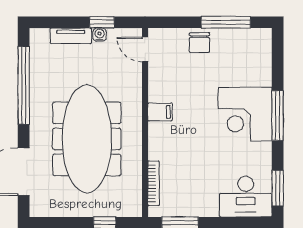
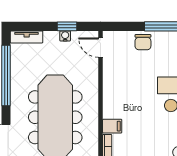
tv unit: (71, 36) -> (27, 37), moved
filing cabinet: (160, 112) -> (112, 126), moved

